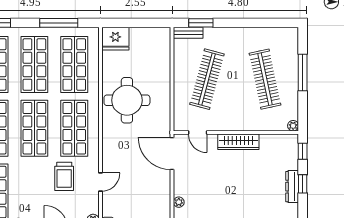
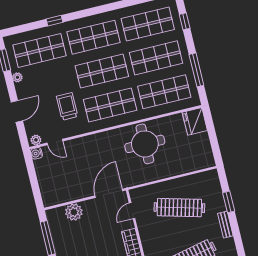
window: (201, 23) -> (229, 202), moved
bench: (188, 33) -> (225, 225), moved
trolley: (64, 176) -> (67, 106), turned 90
door: (100, 182) -> (55, 142), moved
plant: (179, 202) -> (74, 212), width x1.87, depth x1.87

